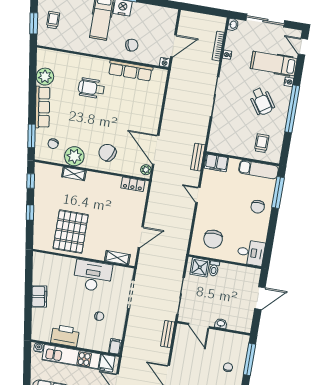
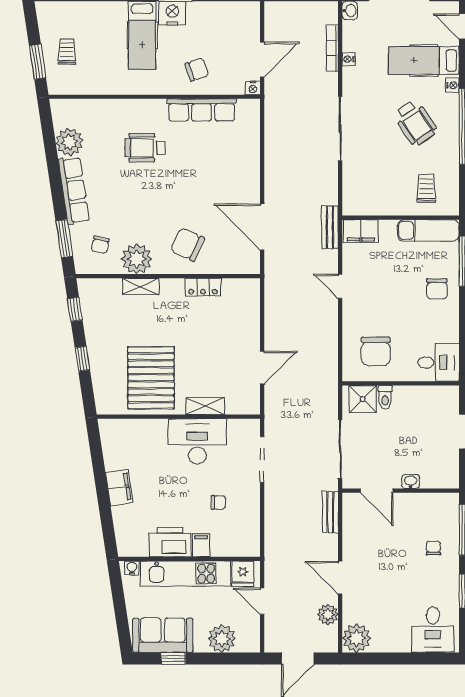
plant: (146, 170) -> (252, 261), removed
locker: (133, 184) -> (203, 287), moved
shelving: (117, 258) -> (205, 406), moved
filing cabinet: (115, 346) -> (201, 545), moved

